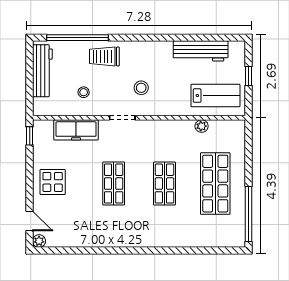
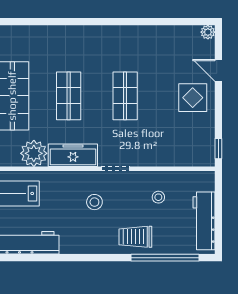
trolley: (104, 56) -> (135, 237), turned 180
plant: (202, 126) -> (34, 153), width x1.88, depth x1.88
freezer: (76, 130) -> (73, 155), moved
door: (30, 221) -> (218, 70), moved

